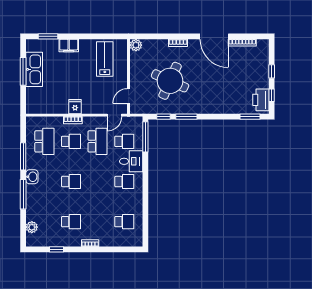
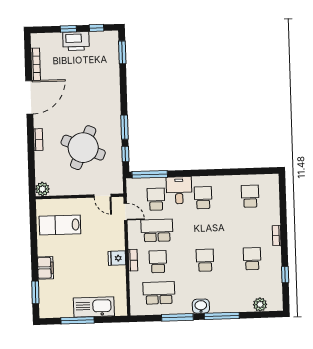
kitchen sink: (34, 69) -> (94, 307), moved
printer: (261, 100) -> (76, 41), moved

